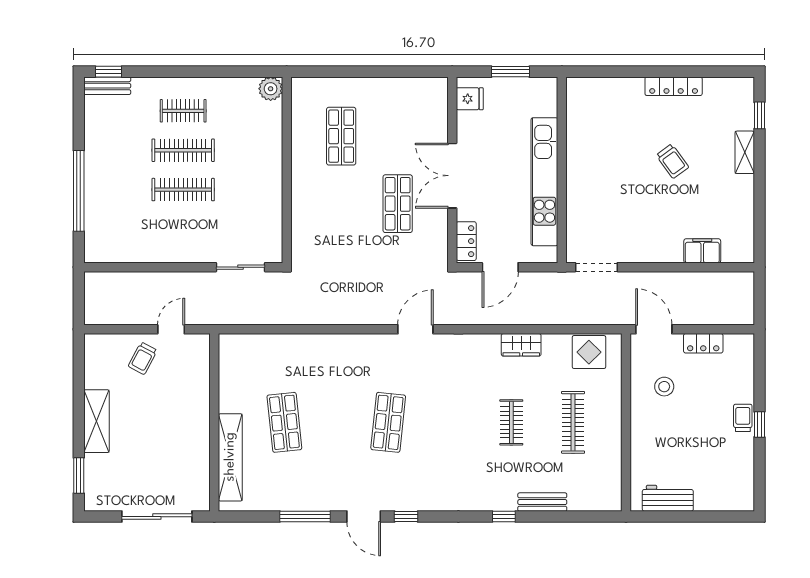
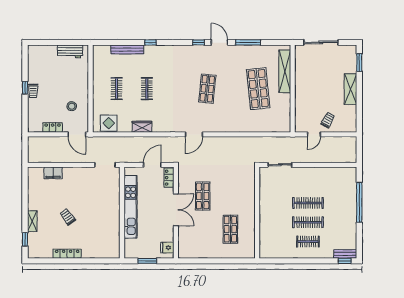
plant: (271, 89) -> (265, 252), removed
shop shelf: (284, 422) -> (258, 89), width x1.43, depth x1.36
clothes rail: (573, 422) -> (117, 89), width x0.73
bench: (542, 502) -> (127, 49), width x1.36

